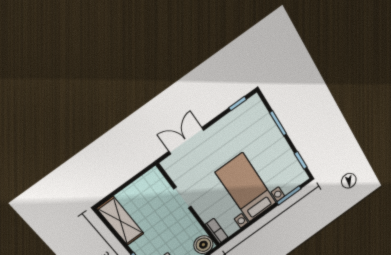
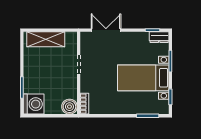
dresser: (250, 106) -> (159, 37), added
bed with nightstands: (246, 188) -> (143, 78), moved, turned -90
shelving: (121, 221) -> (46, 39), moved, turned 90

